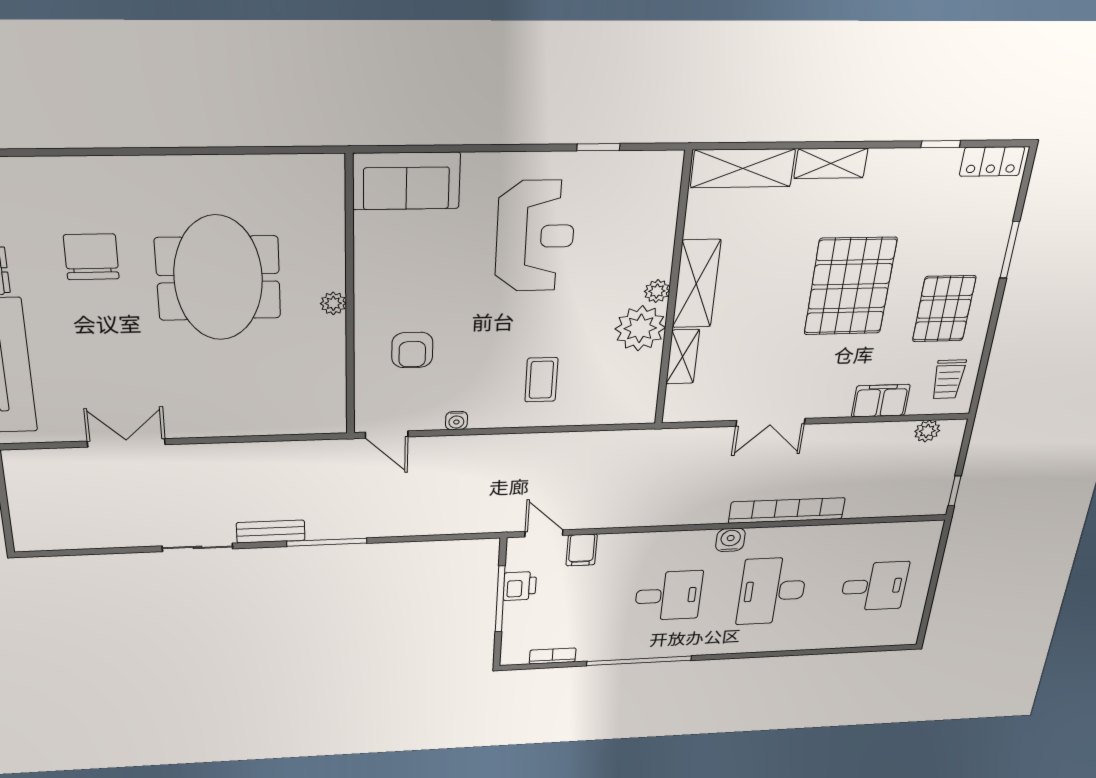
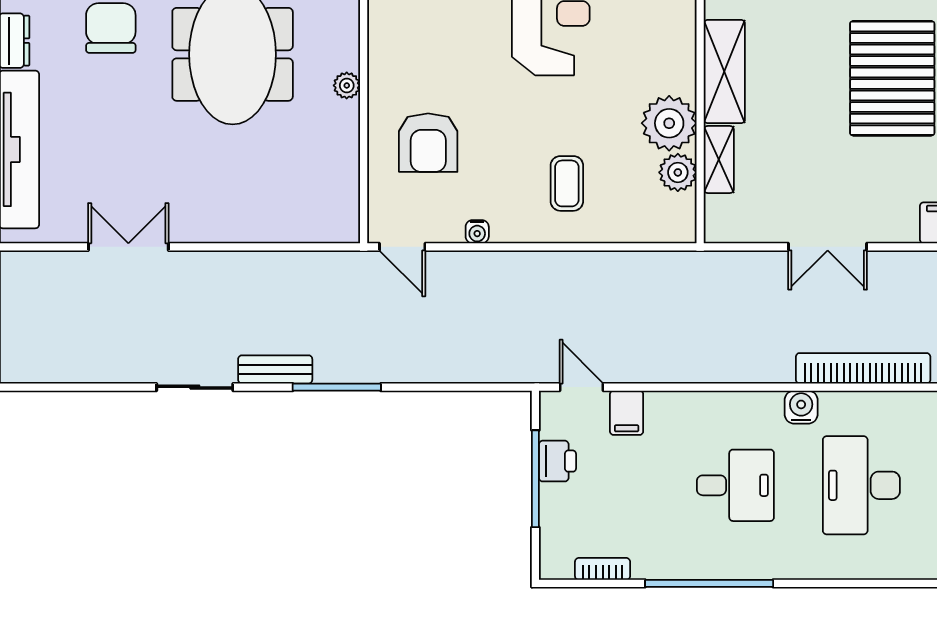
plant: (657, 291) -> (678, 172), moved, width x1.38, depth x1.38
armchair: (412, 350) -> (428, 143), width x1.38, depth x1.38

